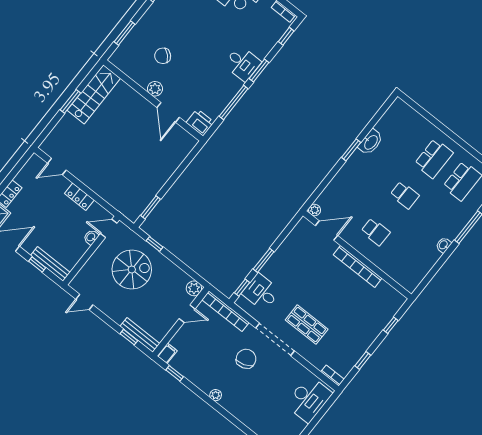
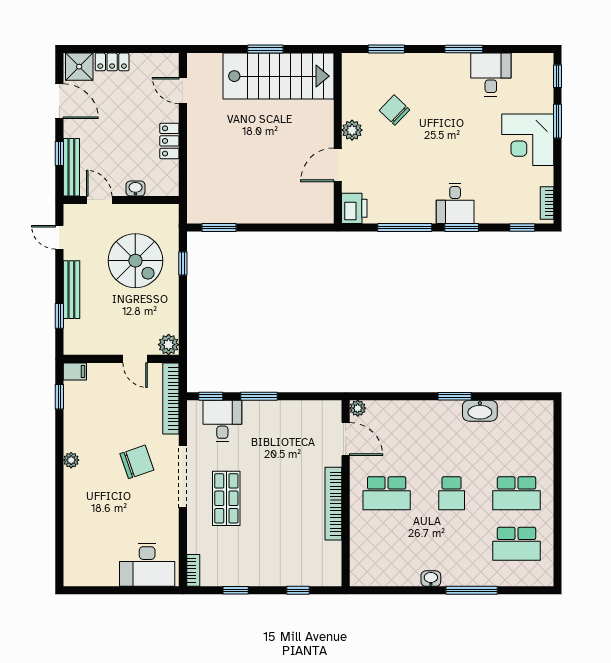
stairs: (94, 94) -> (279, 76), width x1.36, depth x1.51
door: (109, 228) -> (99, 200), moved
school desk: (376, 232) -> (387, 493), width x1.85
bench: (140, 335) -> (71, 290), moved

